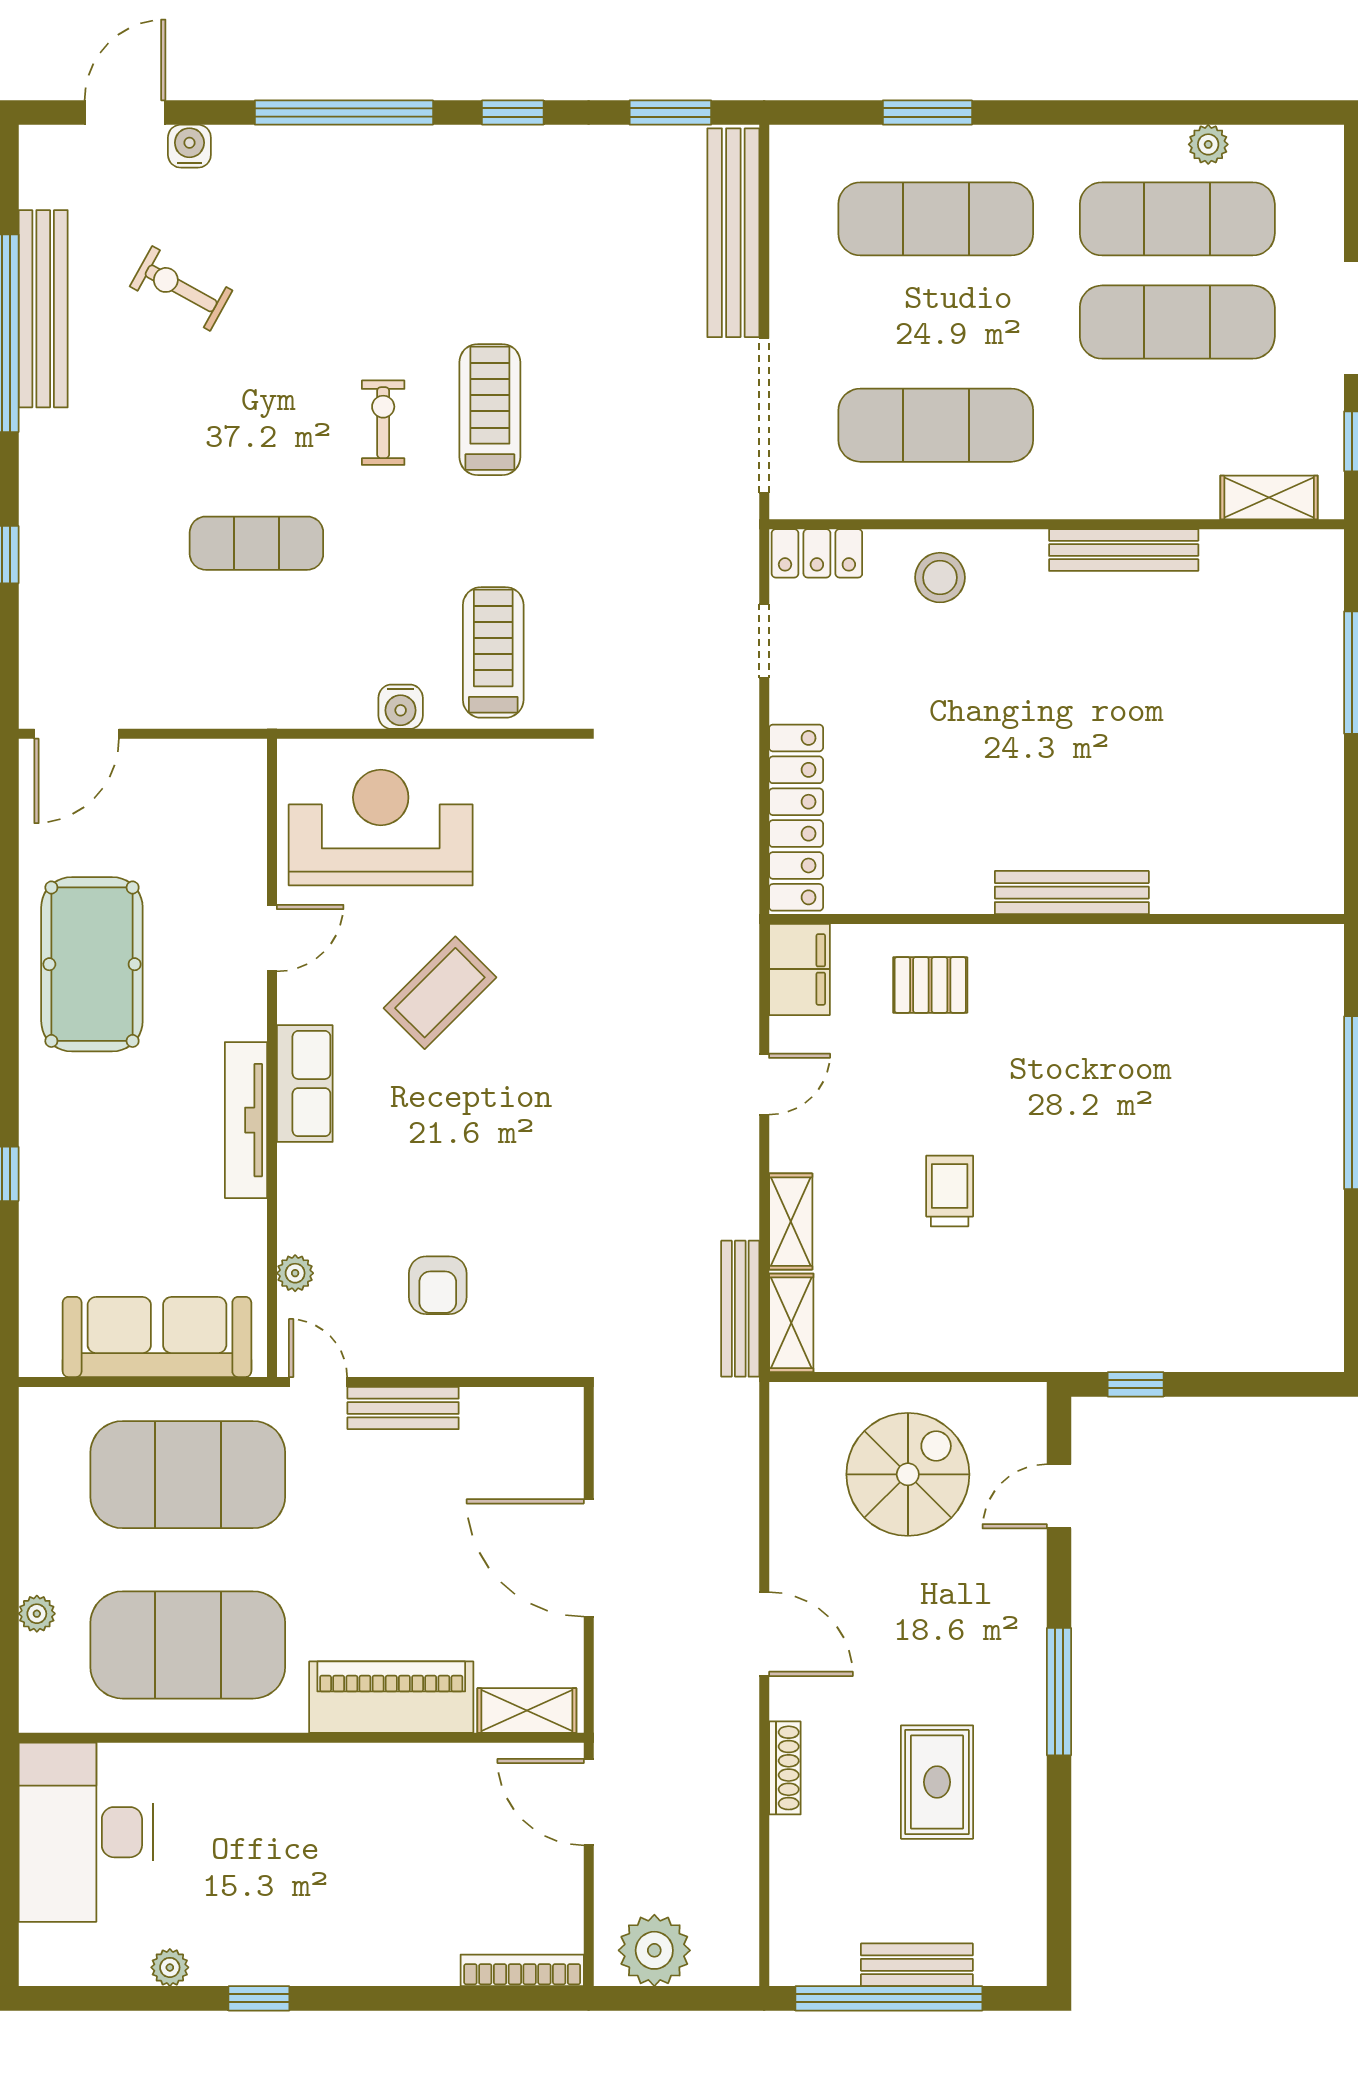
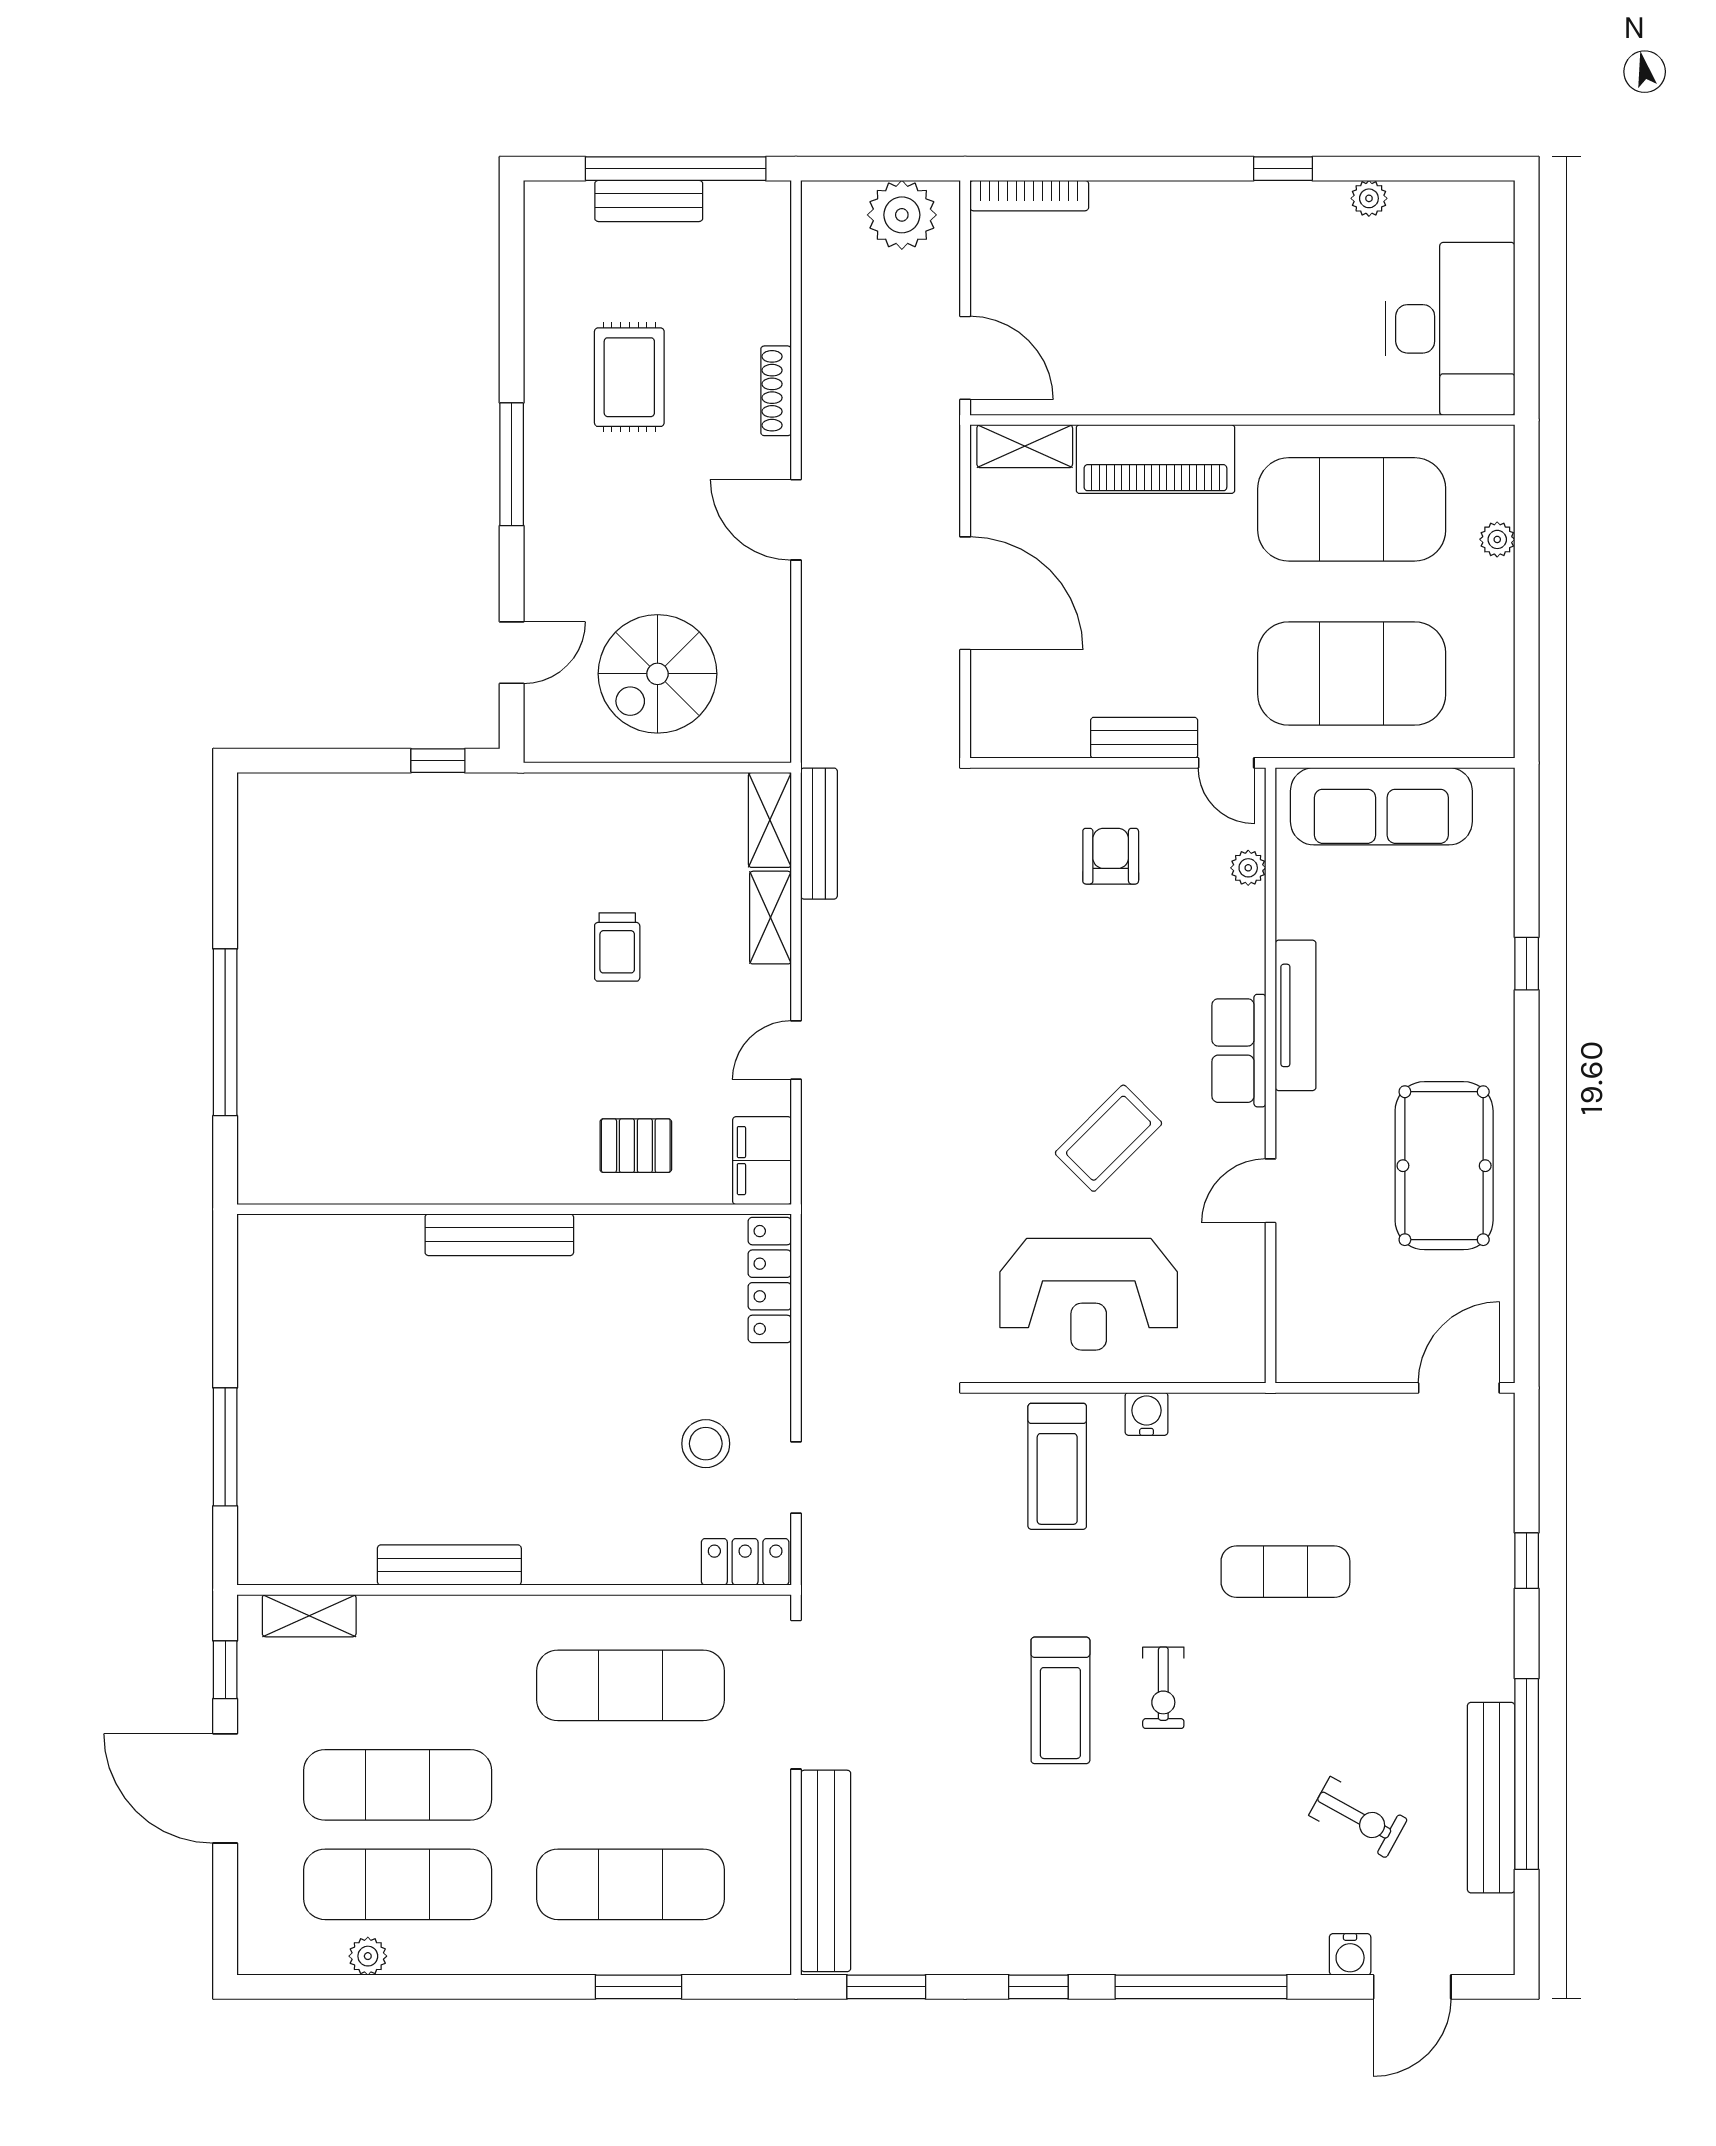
stool: (940, 578) -> (706, 1444), moved
locker: (796, 818) -> (770, 1280), width x0.71, depth x0.83
reception desk: (381, 828) -> (1089, 1294), moved

